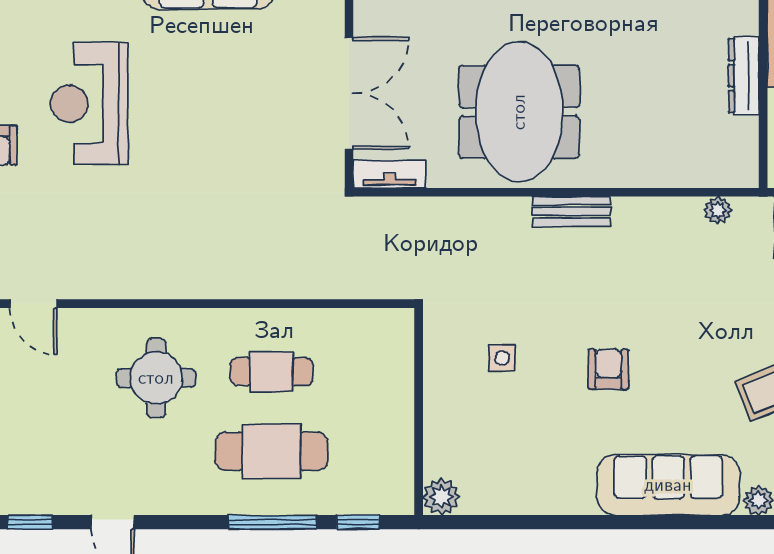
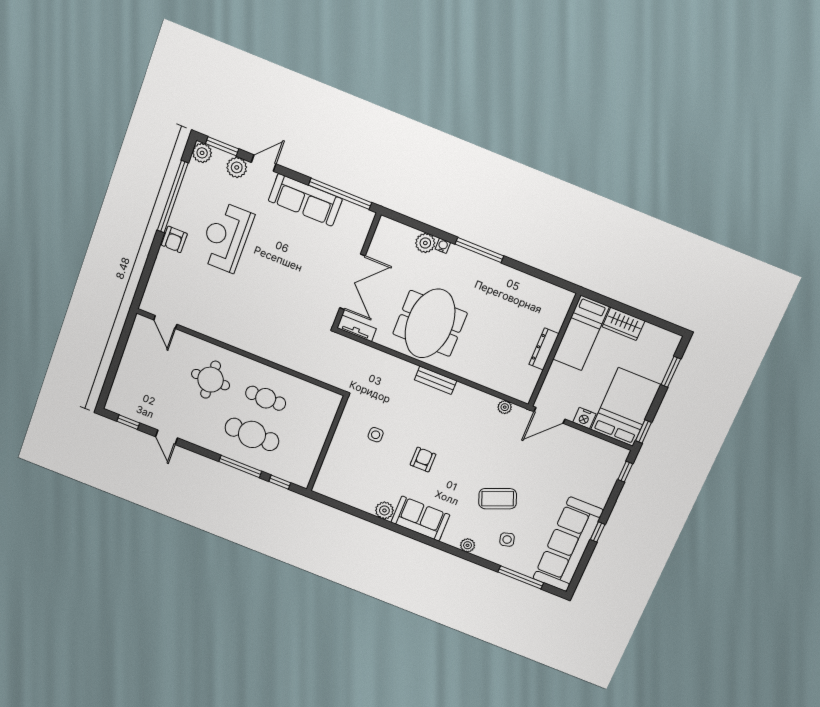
sofa: (668, 485) -> (420, 519), width x0.73
plant: (441, 497) -> (384, 510), moved

